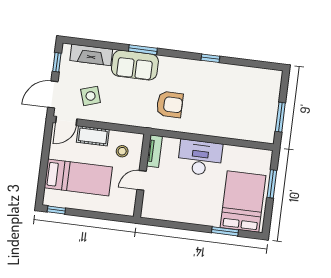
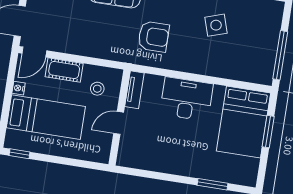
side table: (91, 96) -> (216, 25), moved
window: (280, 117) -> (280, 55), width x1.44
nightstand: (54, 153) -> (19, 88), added
bed: (243, 201) -> (243, 122), moved, turned 180

